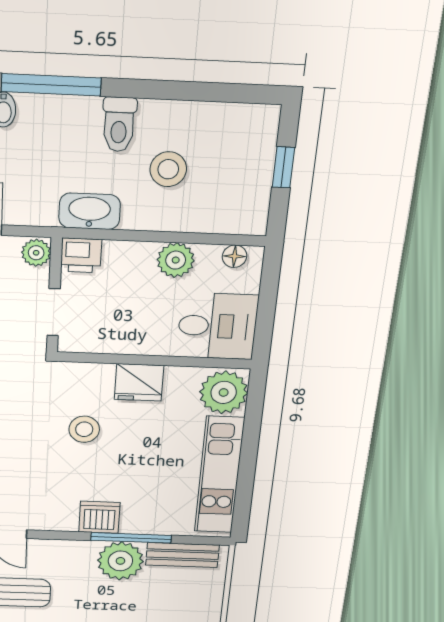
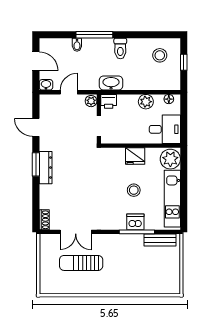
stool: (168, 169) -> (160, 55), moved
stool: (84, 429) -> (134, 190), moved
dishwasher: (99, 517) -> (135, 222), moved
plant: (120, 561) -> (133, 244), removed

